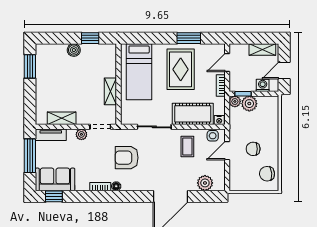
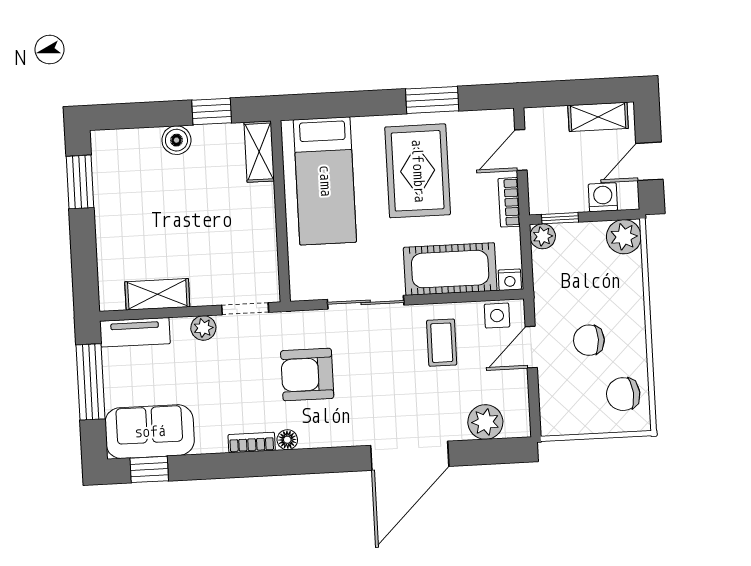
shelving: (110, 91) -> (259, 152), moved
plant: (249, 104) -> (624, 237), moved

